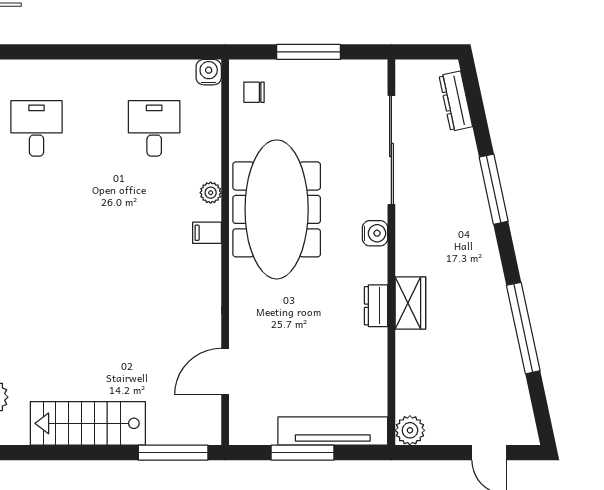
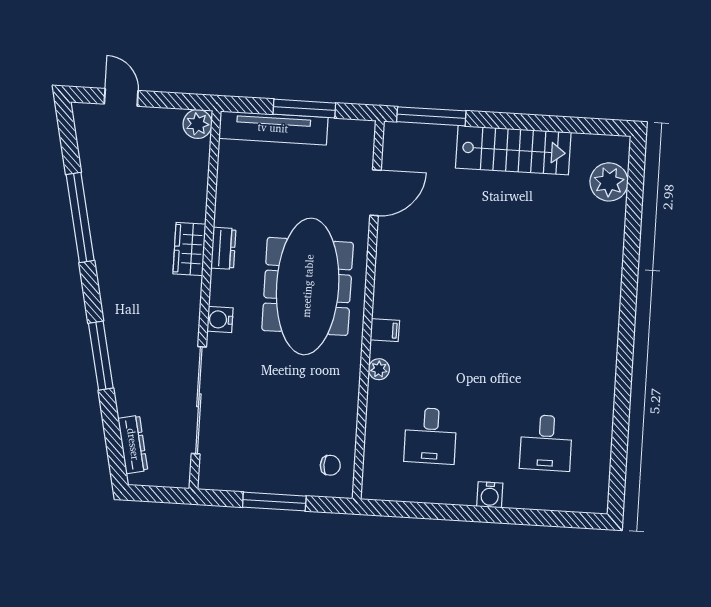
water cooler: (209, 72) -> (490, 495), moved
meeting table: (277, 209) -> (308, 286), moved

